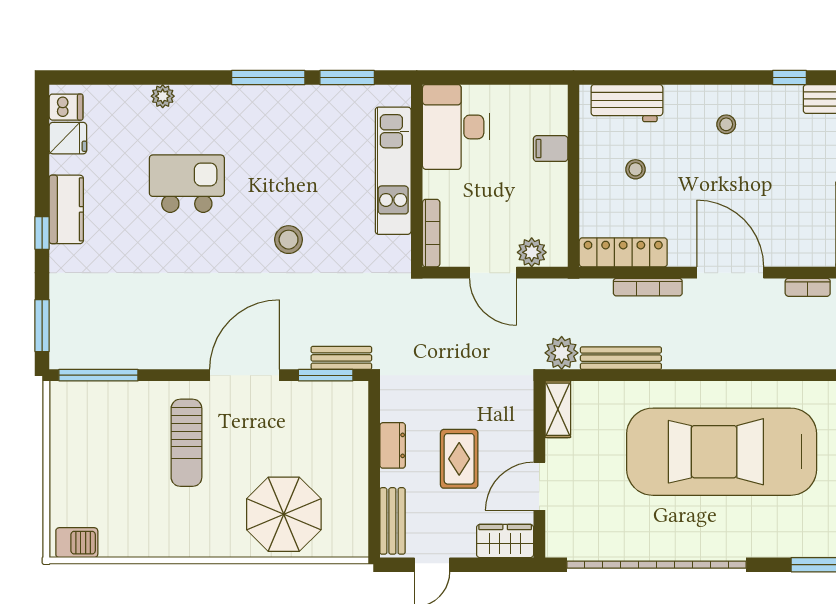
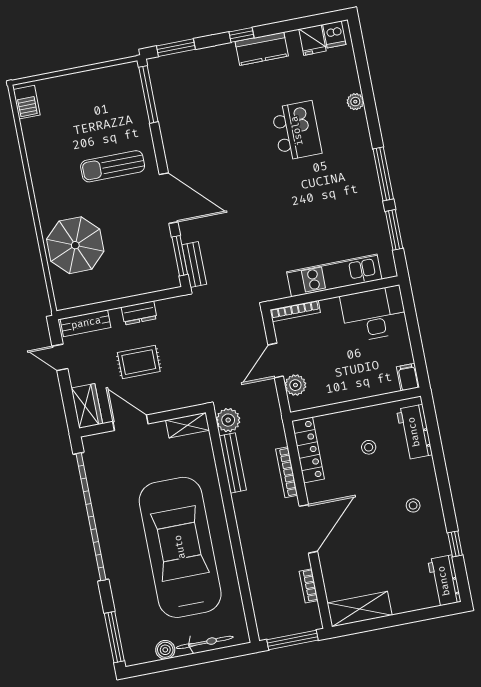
filing cabinet: (551, 149) -> (408, 377), moved
stool: (289, 240) -> (271, 211), removed

